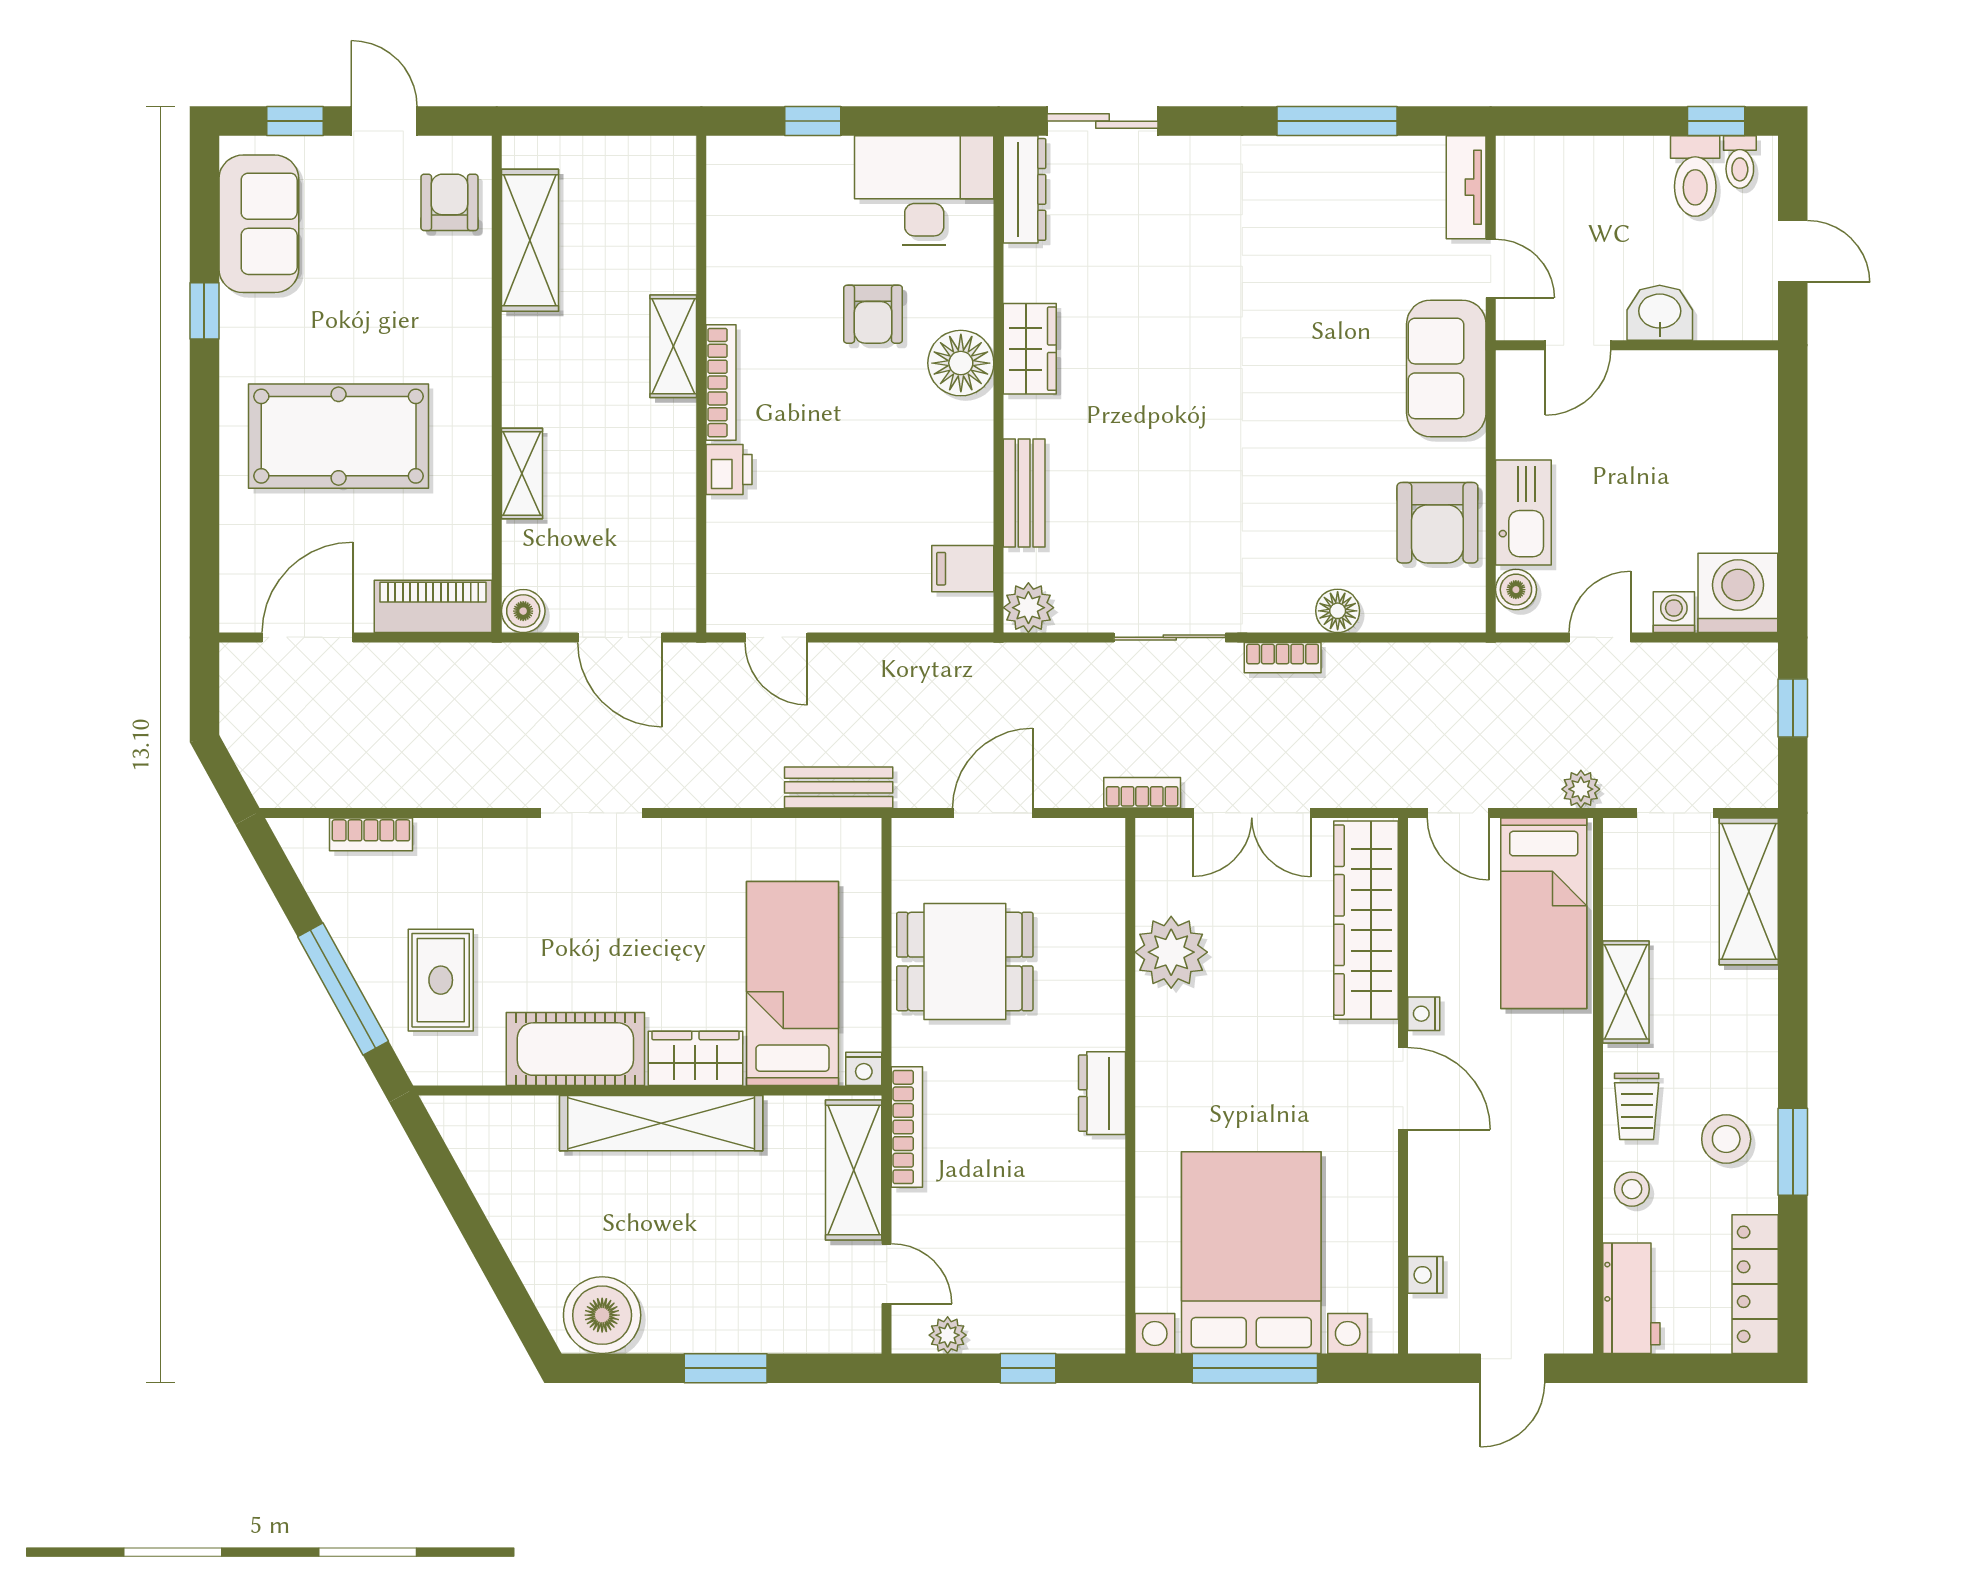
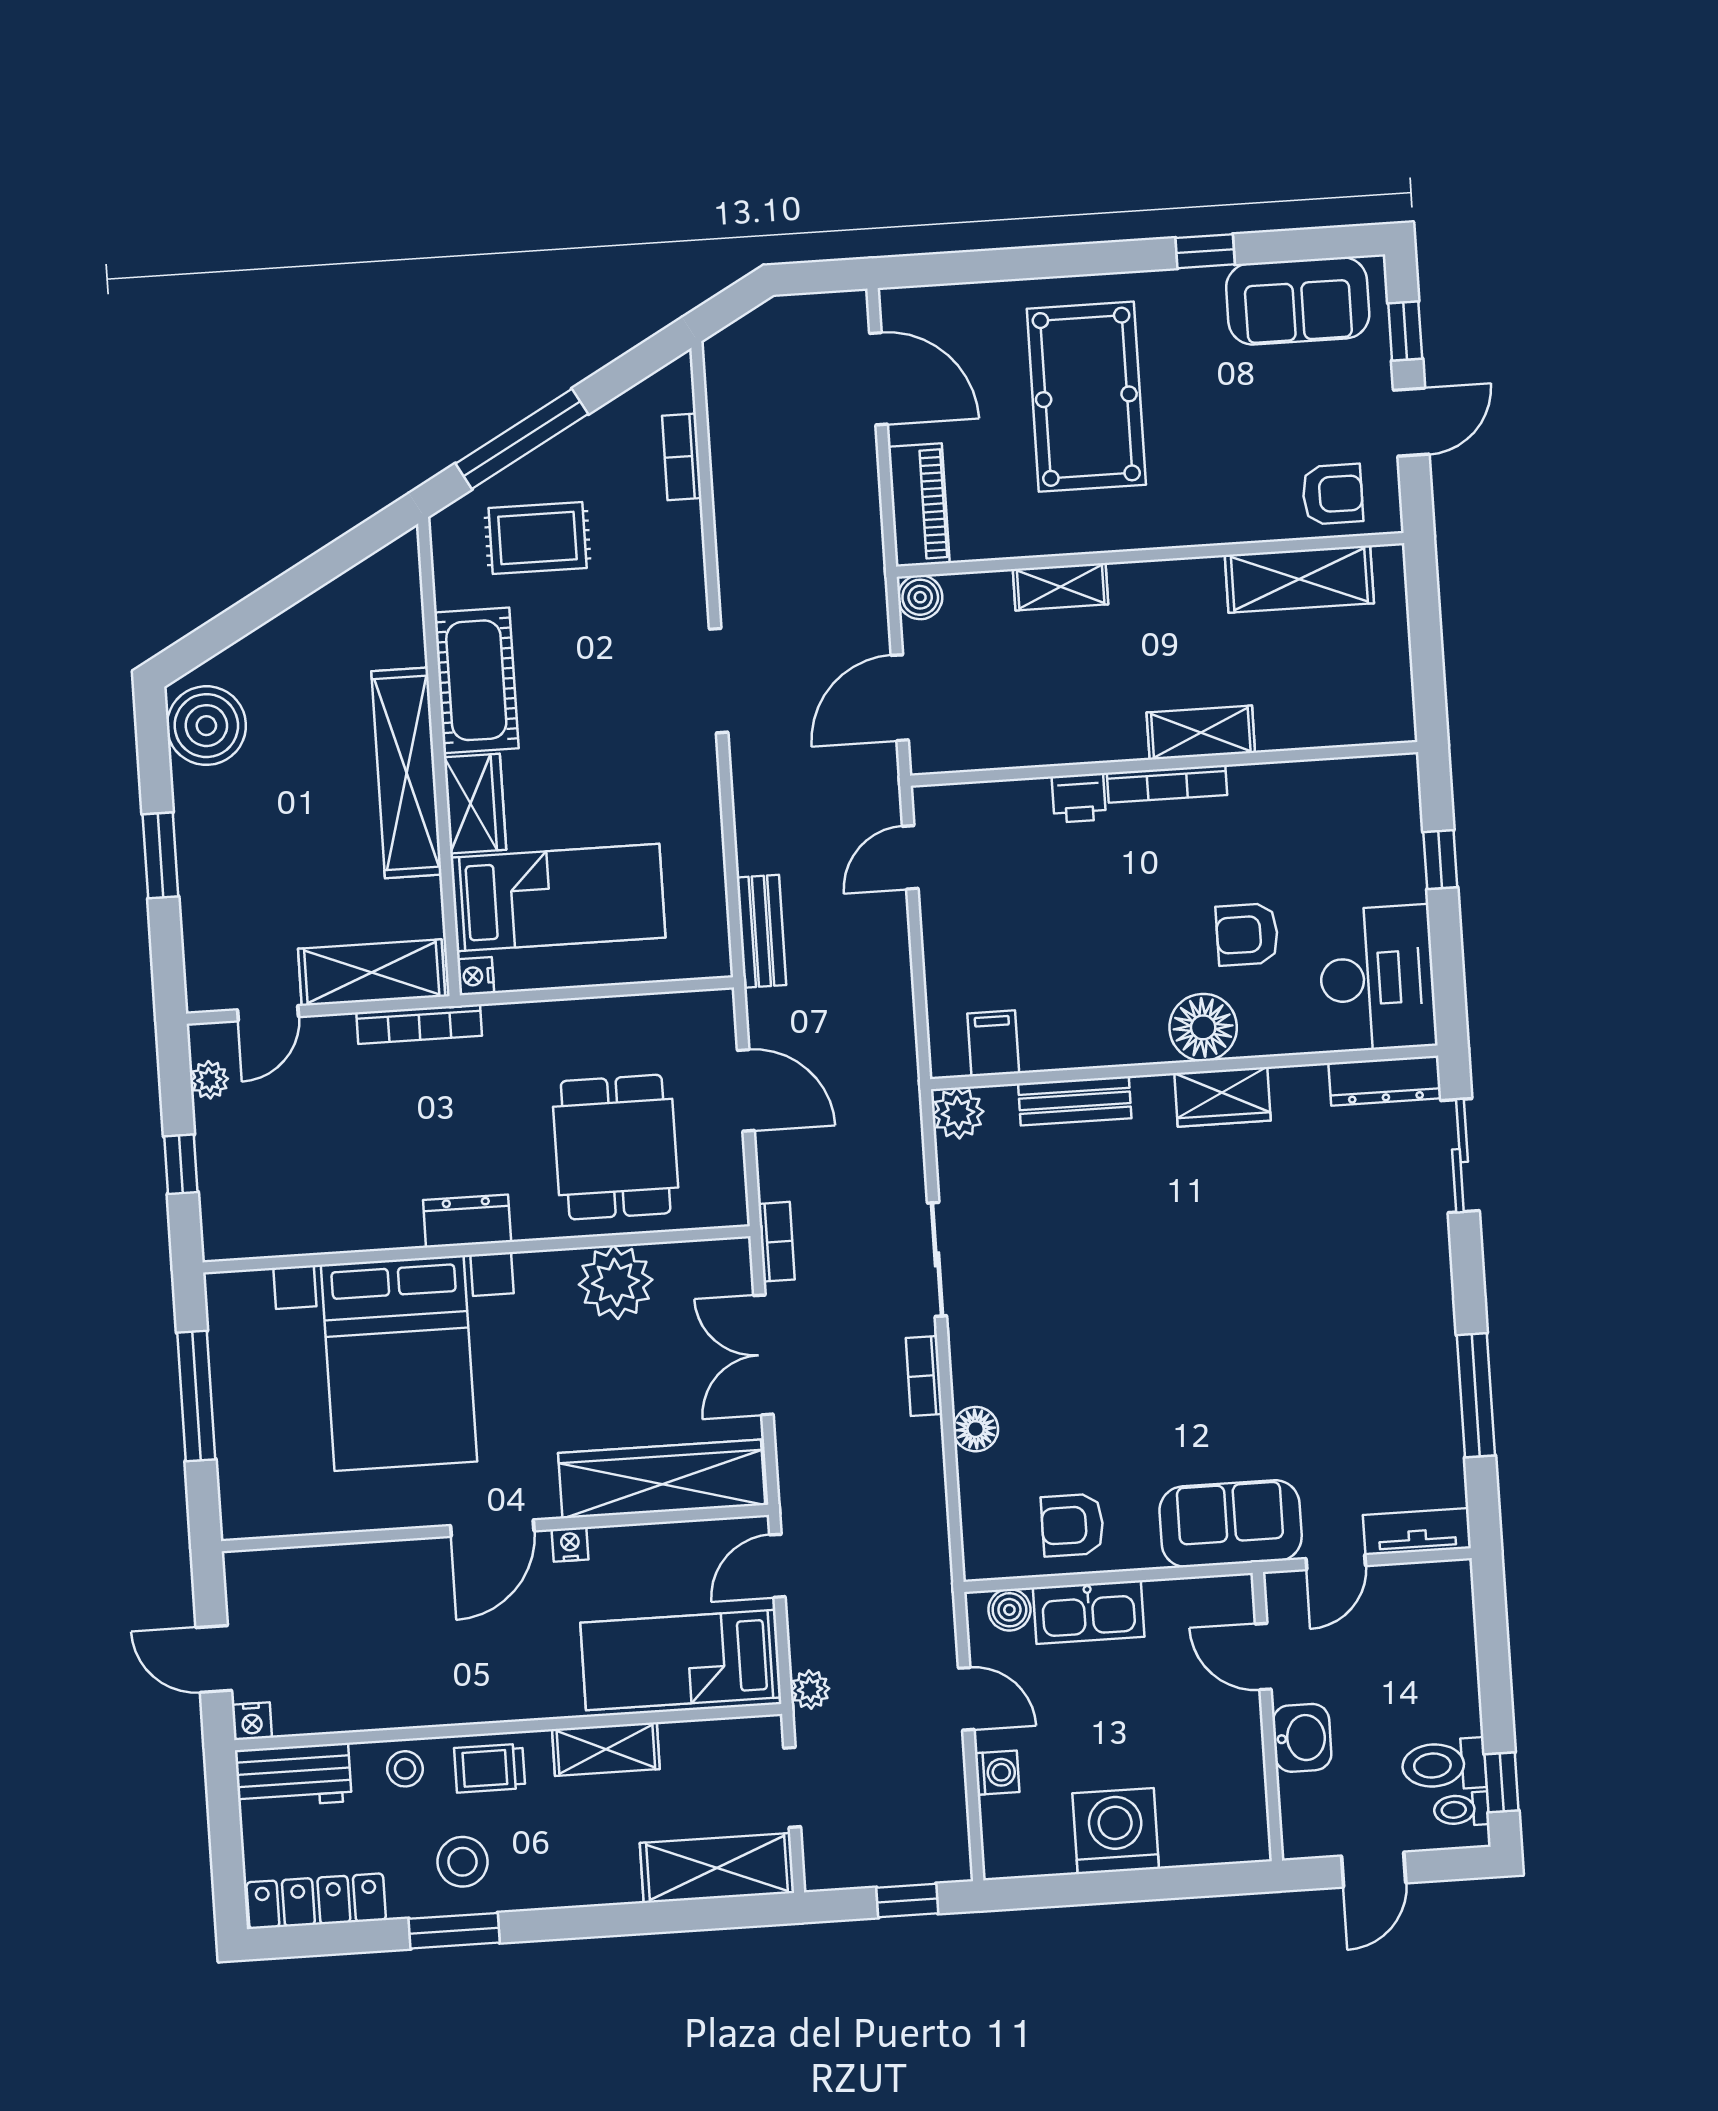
armchair: (1437, 523) -> (1072, 1525), width x0.72, depth x0.72
washing machine: (1738, 593) -> (1116, 1831), moved, turned -90
dining table: (965, 962) -> (616, 1147), moved
bed with nightstands: (1251, 1253) -> (399, 1363), moved, turned 90
nightstand: (1425, 1275) -> (252, 1721), moved, turned 180

